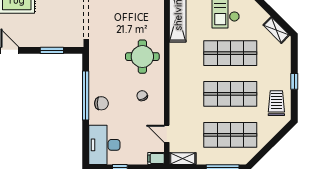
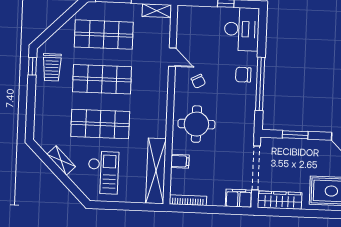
shelving: (276, 30) -> (61, 160), moved
window: (294, 81) -> (32, 66), moved
door: (167, 134) -> (172, 57), moved
filing cabinet: (156, 158) -> (180, 161), moved

